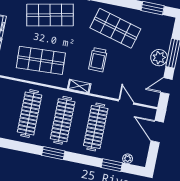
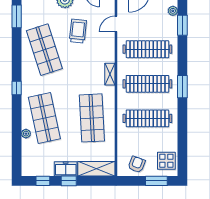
shop shelf: (115, 28) -> (44, 50), turned -33
trolley: (98, 60) -> (78, 31), moved, turned -84

